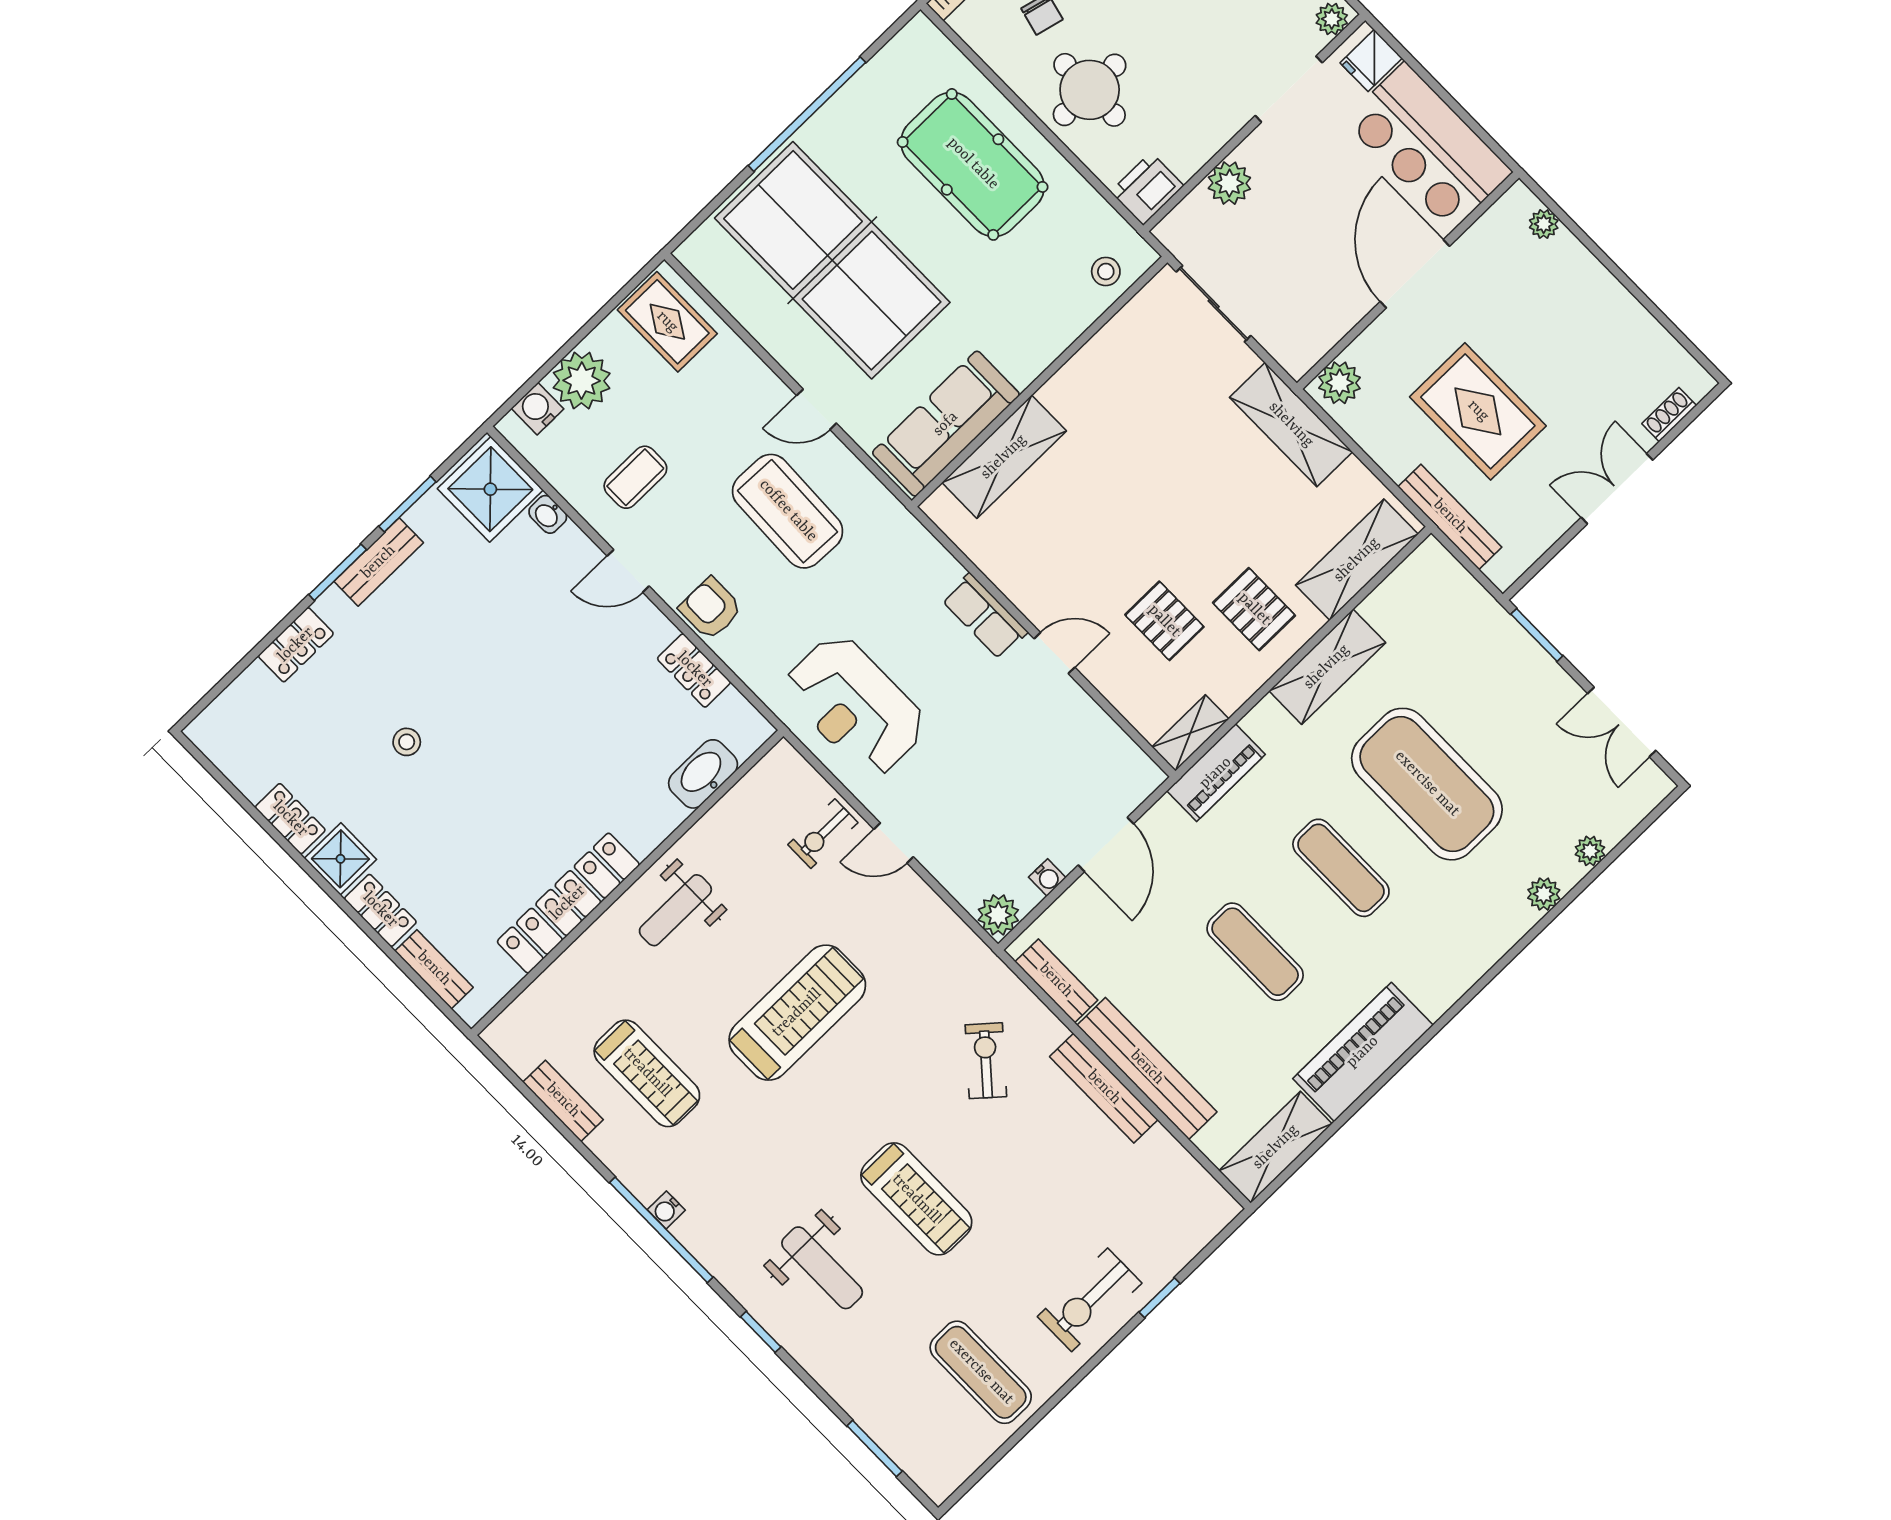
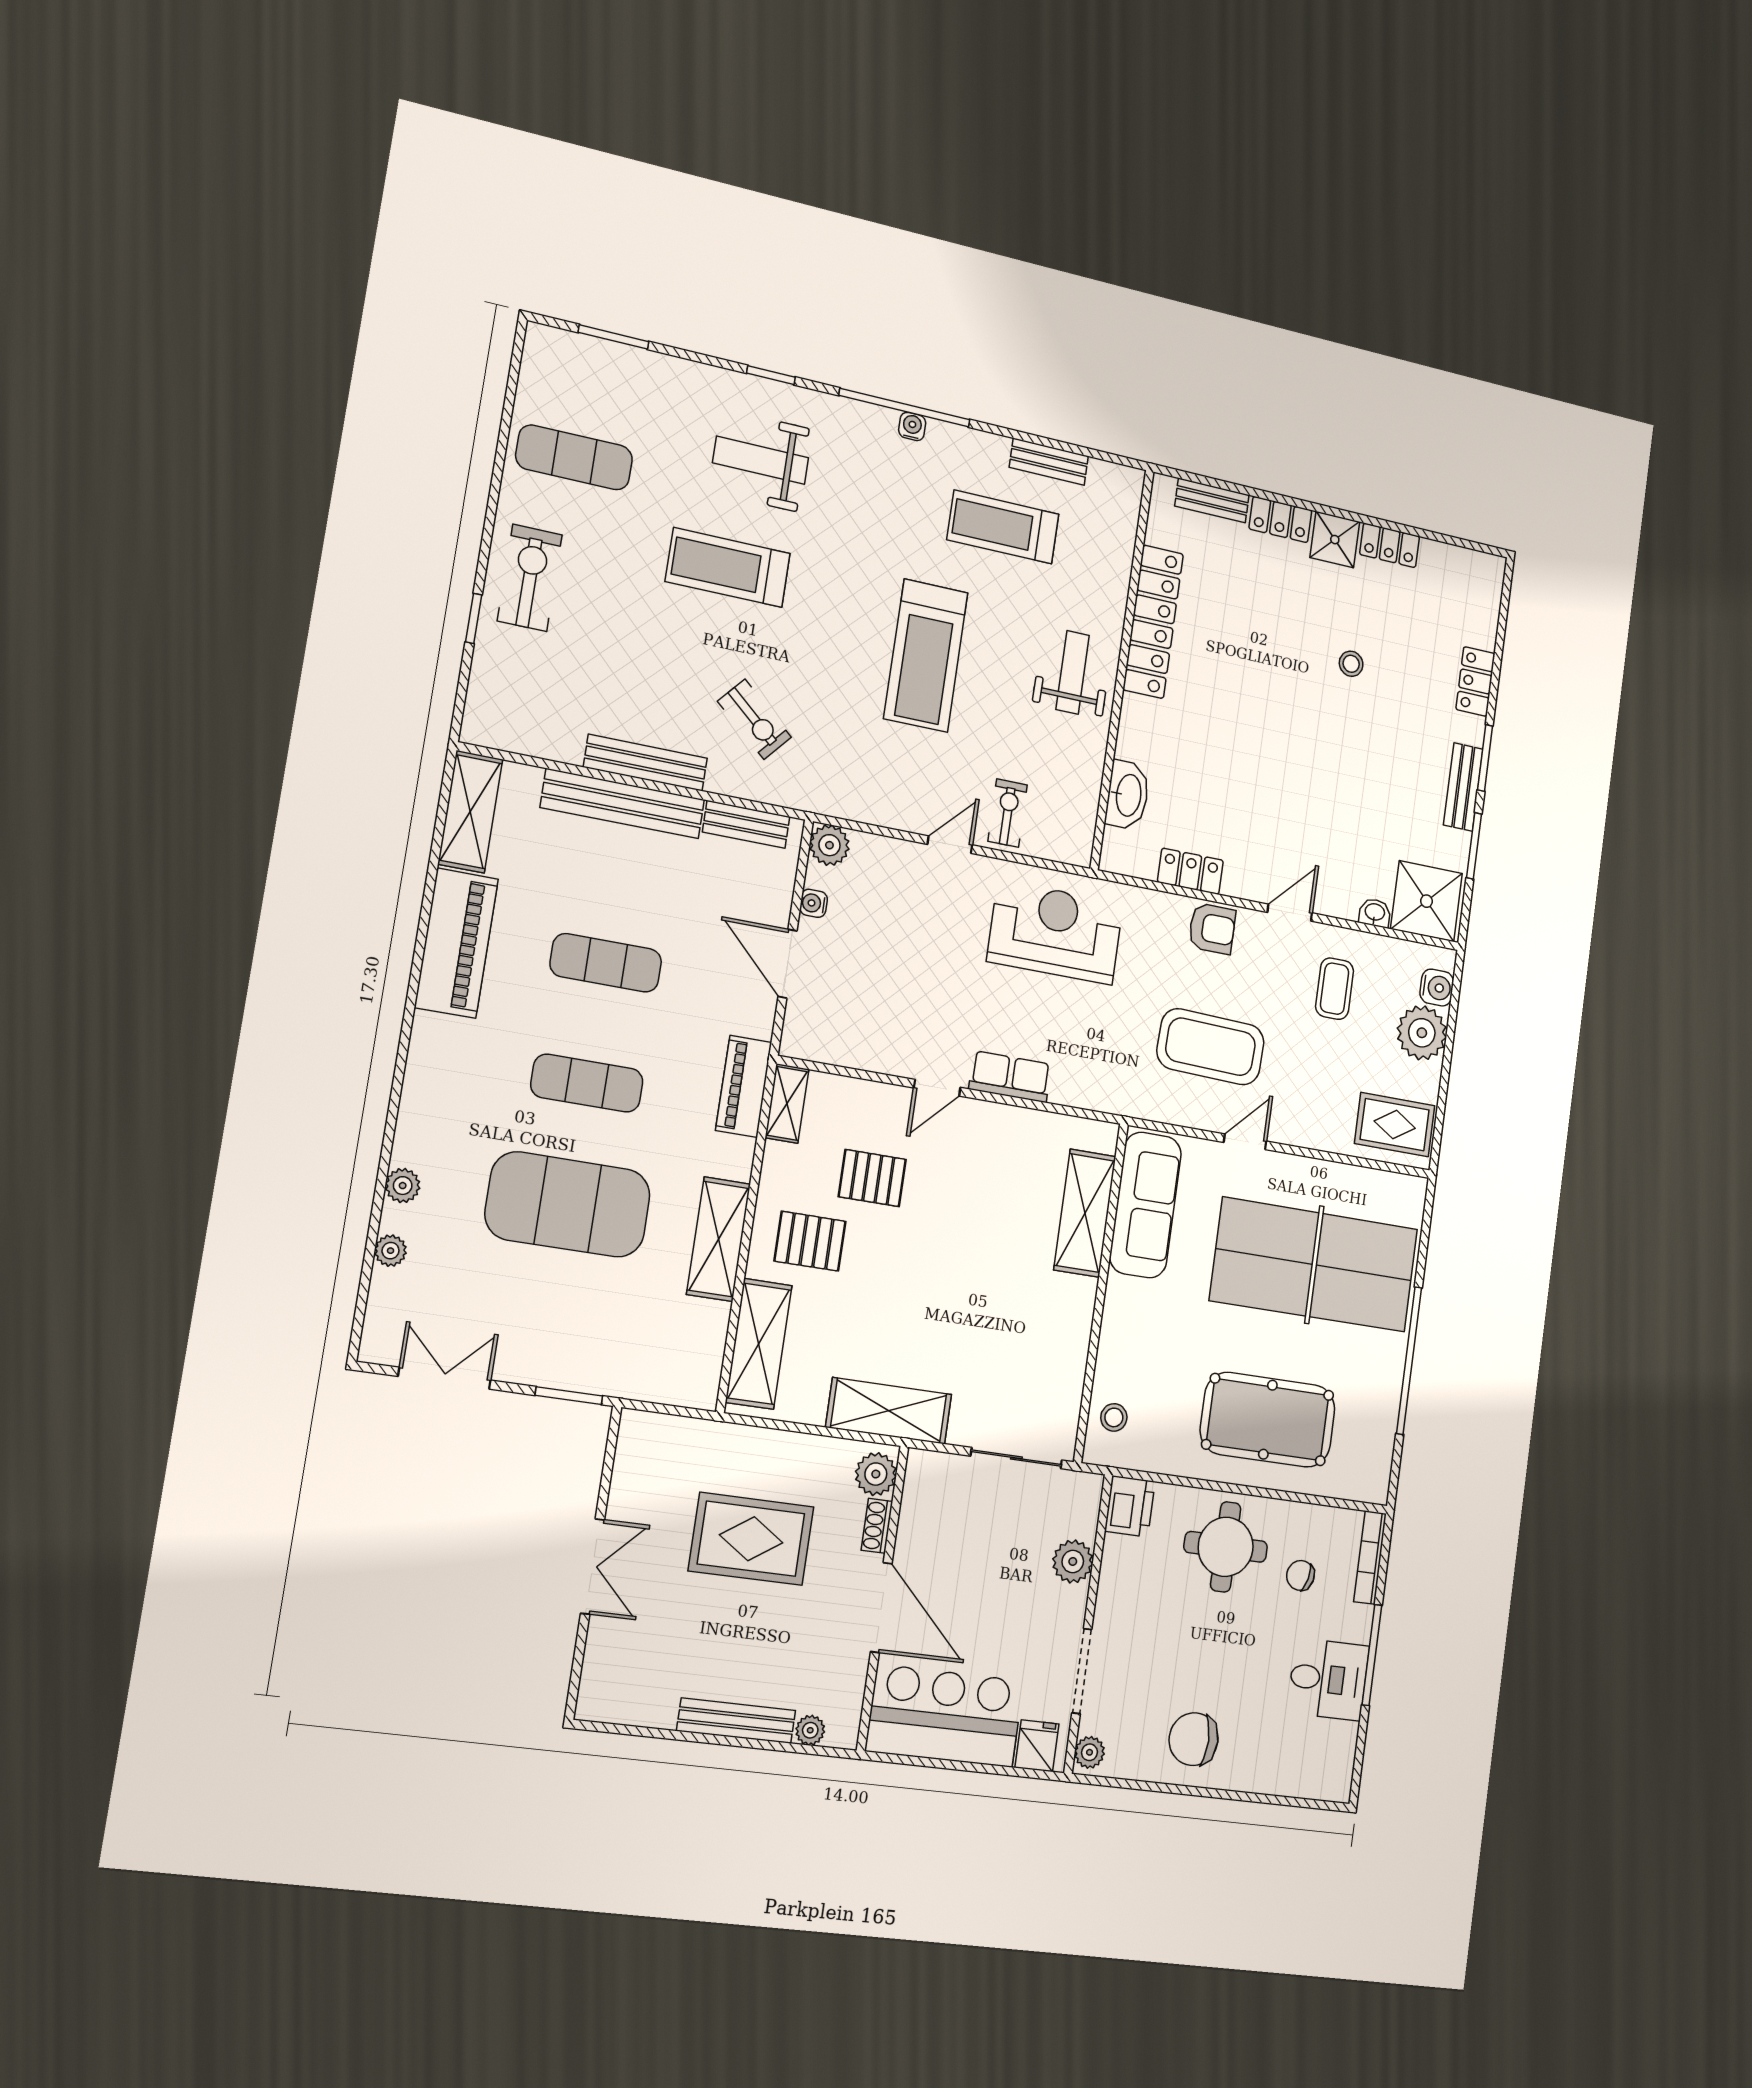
shoe rack: (1669, 415) -> (877, 1526), moved, turned 180
bench: (1450, 517) -> (736, 1721), moved

